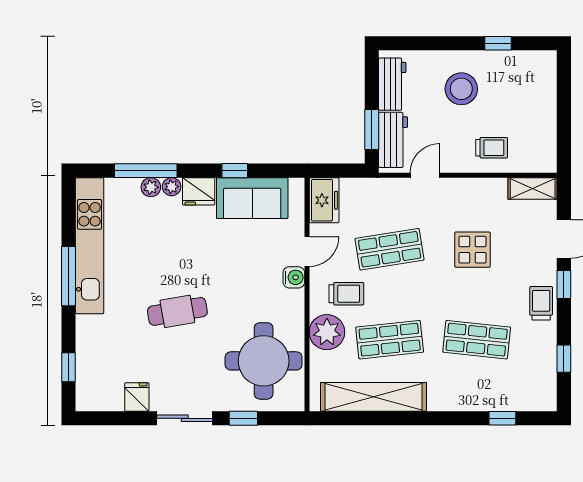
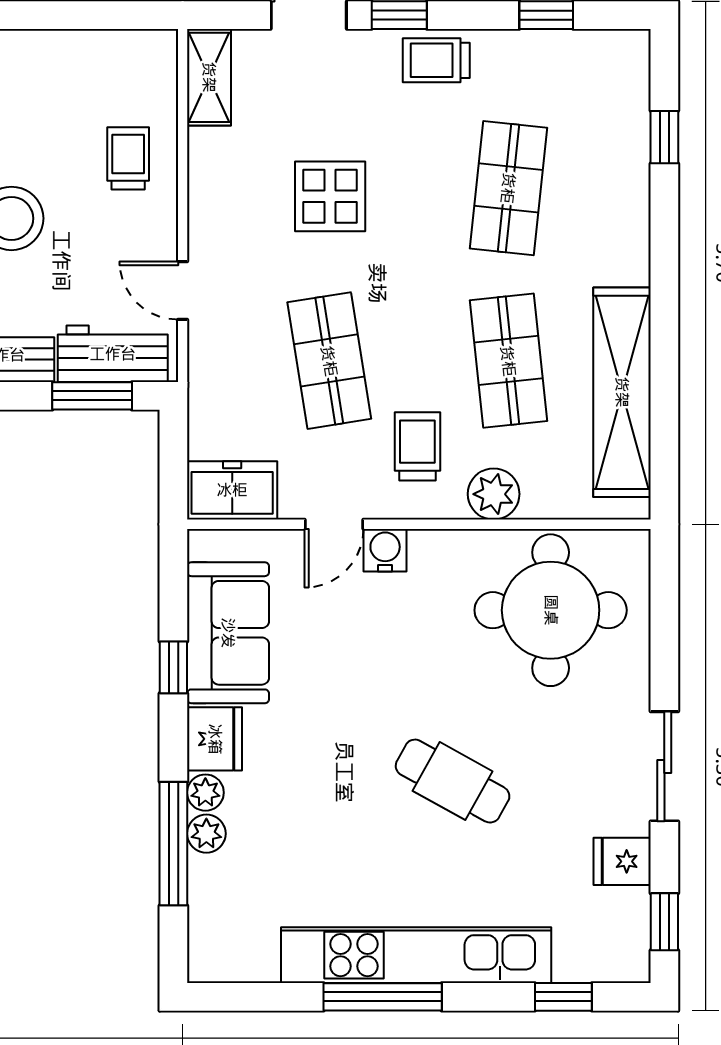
kitchen unit: (90, 246) -> (416, 955), moved
door: (307, 252) -> (334, 524), swing flipped
cafe table: (177, 311) -> (453, 781), turned -51
plant: (327, 332) -> (494, 494), width x0.73, depth x0.73
window: (243, 418) -> (664, 922), moved

